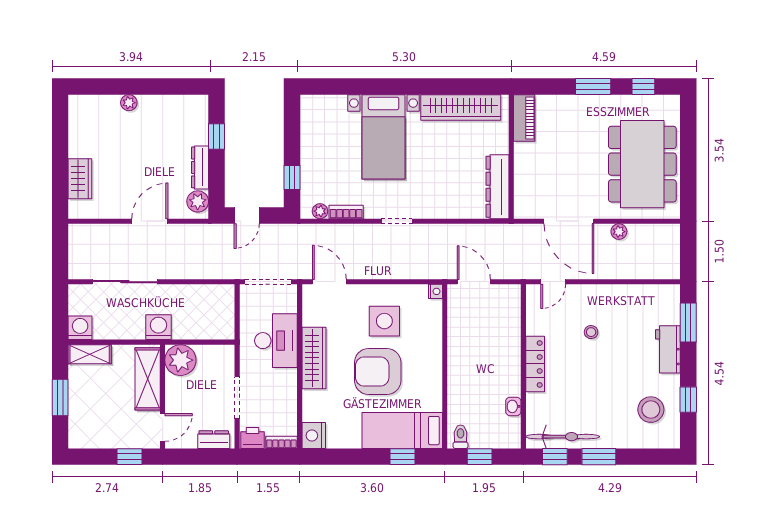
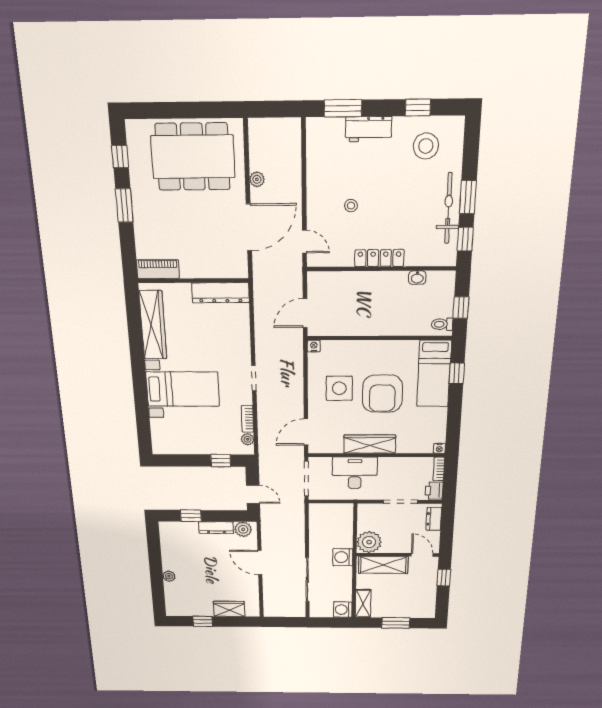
window: (60, 143) -> (203, 621), added
nightstand: (314, 436) -> (439, 448), width x0.53, depth x0.56
bicycle: (563, 437) -> (448, 208), moved

